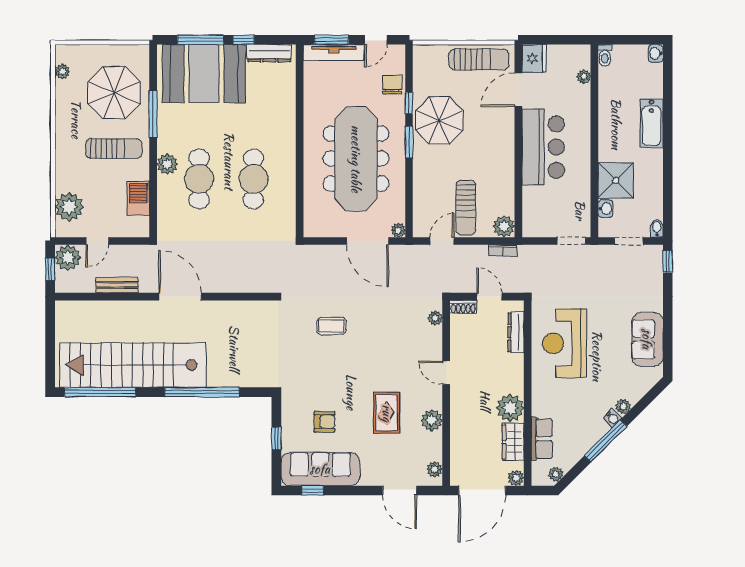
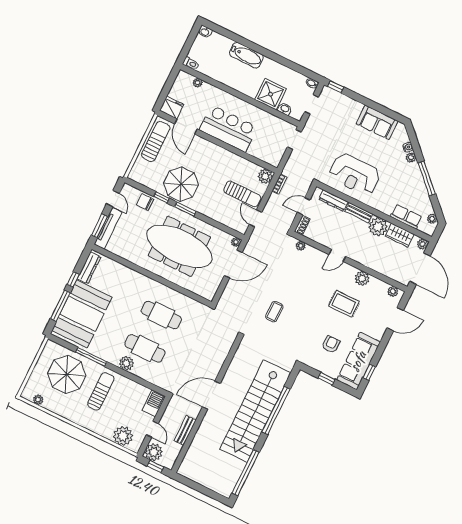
barbecue: (138, 198) -> (154, 403), moved, turned 90
stairs: (133, 365) -> (255, 411), moved
bench: (517, 373) -> (359, 213), added
water cooler: (613, 418) -> (408, 147), moved

